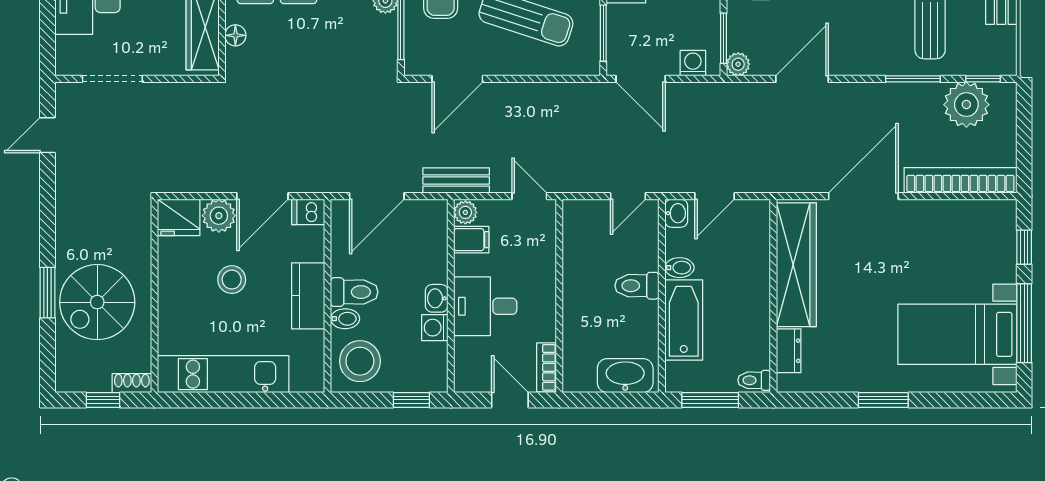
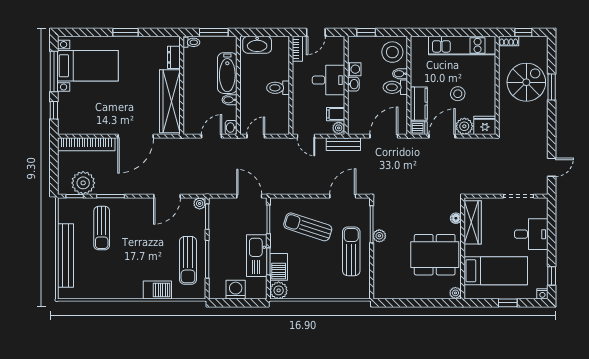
washing machine: (693, 63) -> (223, 204), removed
toilet: (637, 286) -> (278, 88), moved, turned 180
kitchen counter: (308, 296) -> (419, 104), moved
door: (510, 400) -> (316, 32), hinge flipped

